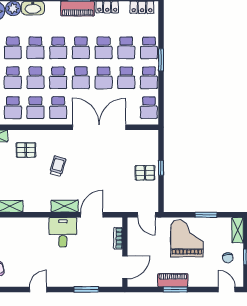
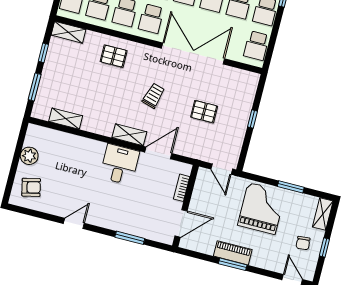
pallet: (26, 150) -> (114, 56), moved
trolley: (58, 166) -> (153, 96), moved
pallet: (145, 173) -> (204, 112), moved

